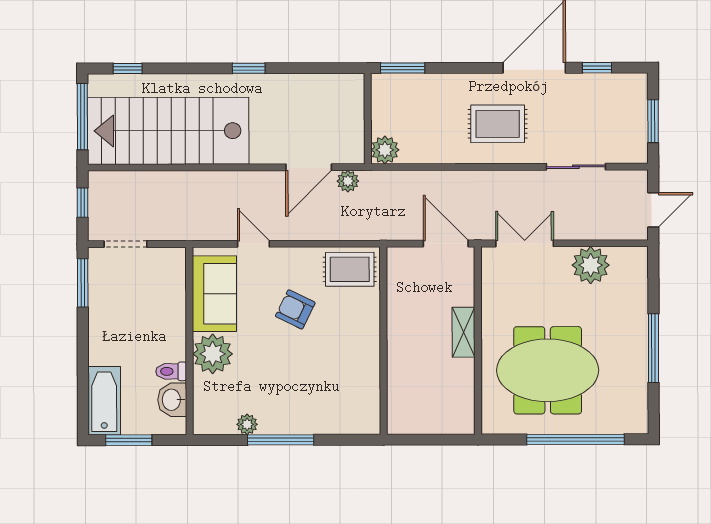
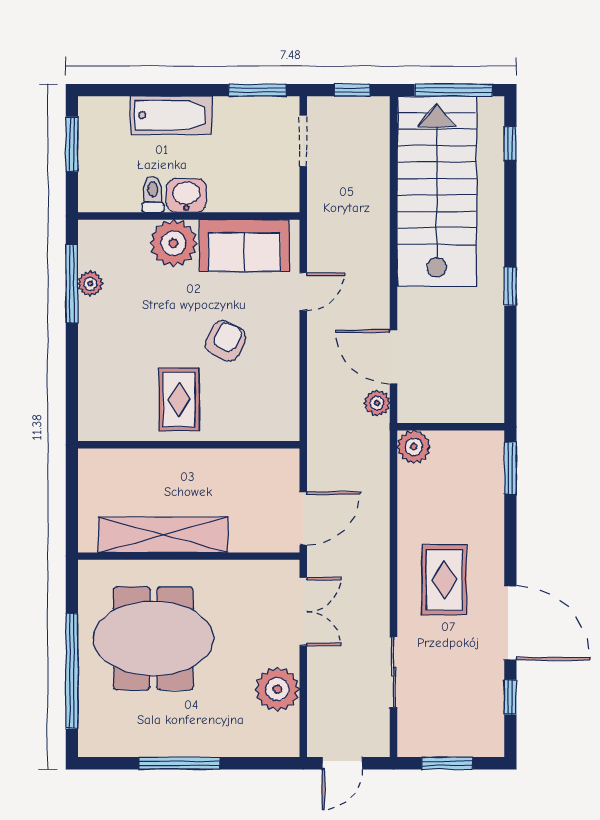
door: (653, 210) -> (342, 763), hinge flipped
rug: (350, 269) -> (179, 399), moved
shelving: (464, 332) -> (163, 535), width x2.20, depth x1.33
meeting table: (548, 370) -> (153, 638), turned 90
washbasin: (172, 400) -> (186, 195), moved
bathtub: (104, 401) -> (171, 115), moved
window: (281, 440) -> (72, 284), moved

